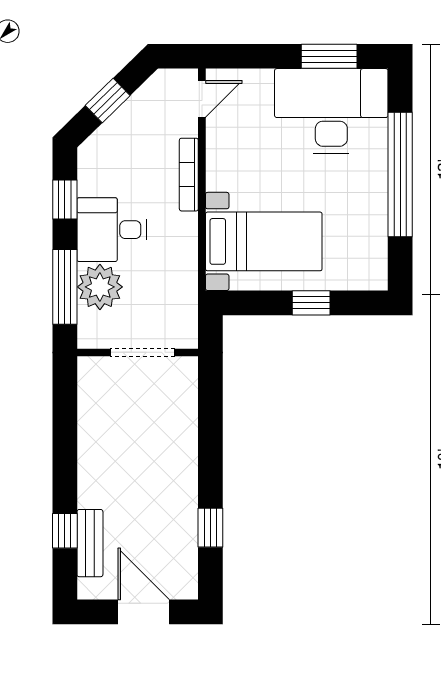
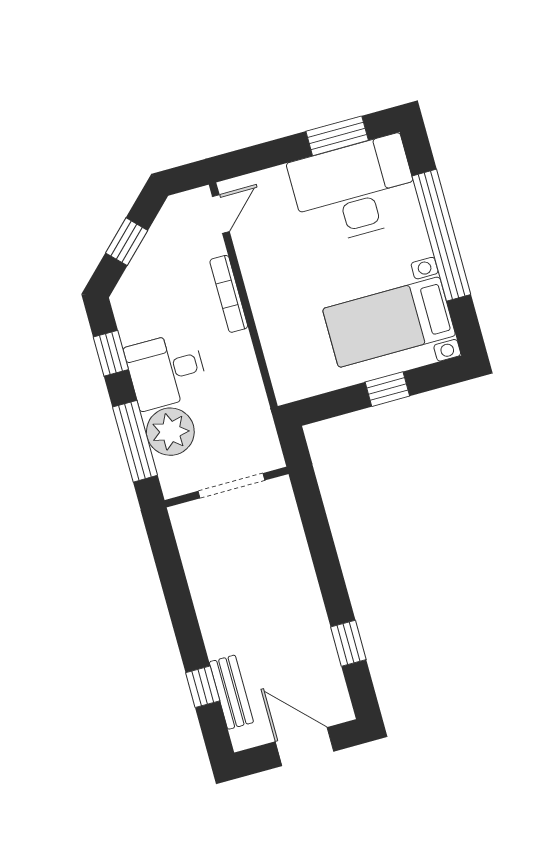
bed with nightstands: (264, 241) -> (389, 322), moved, turned 180

